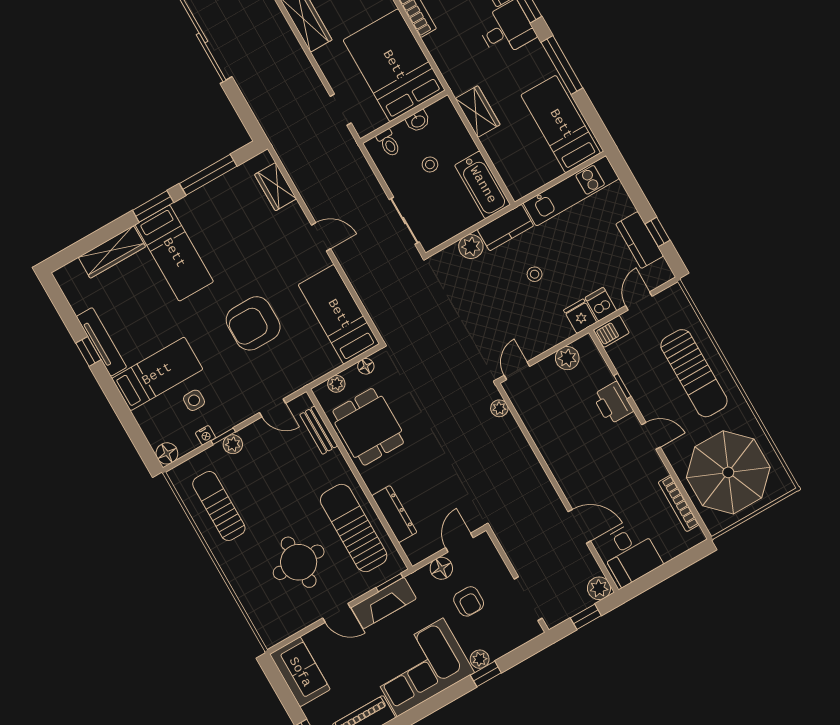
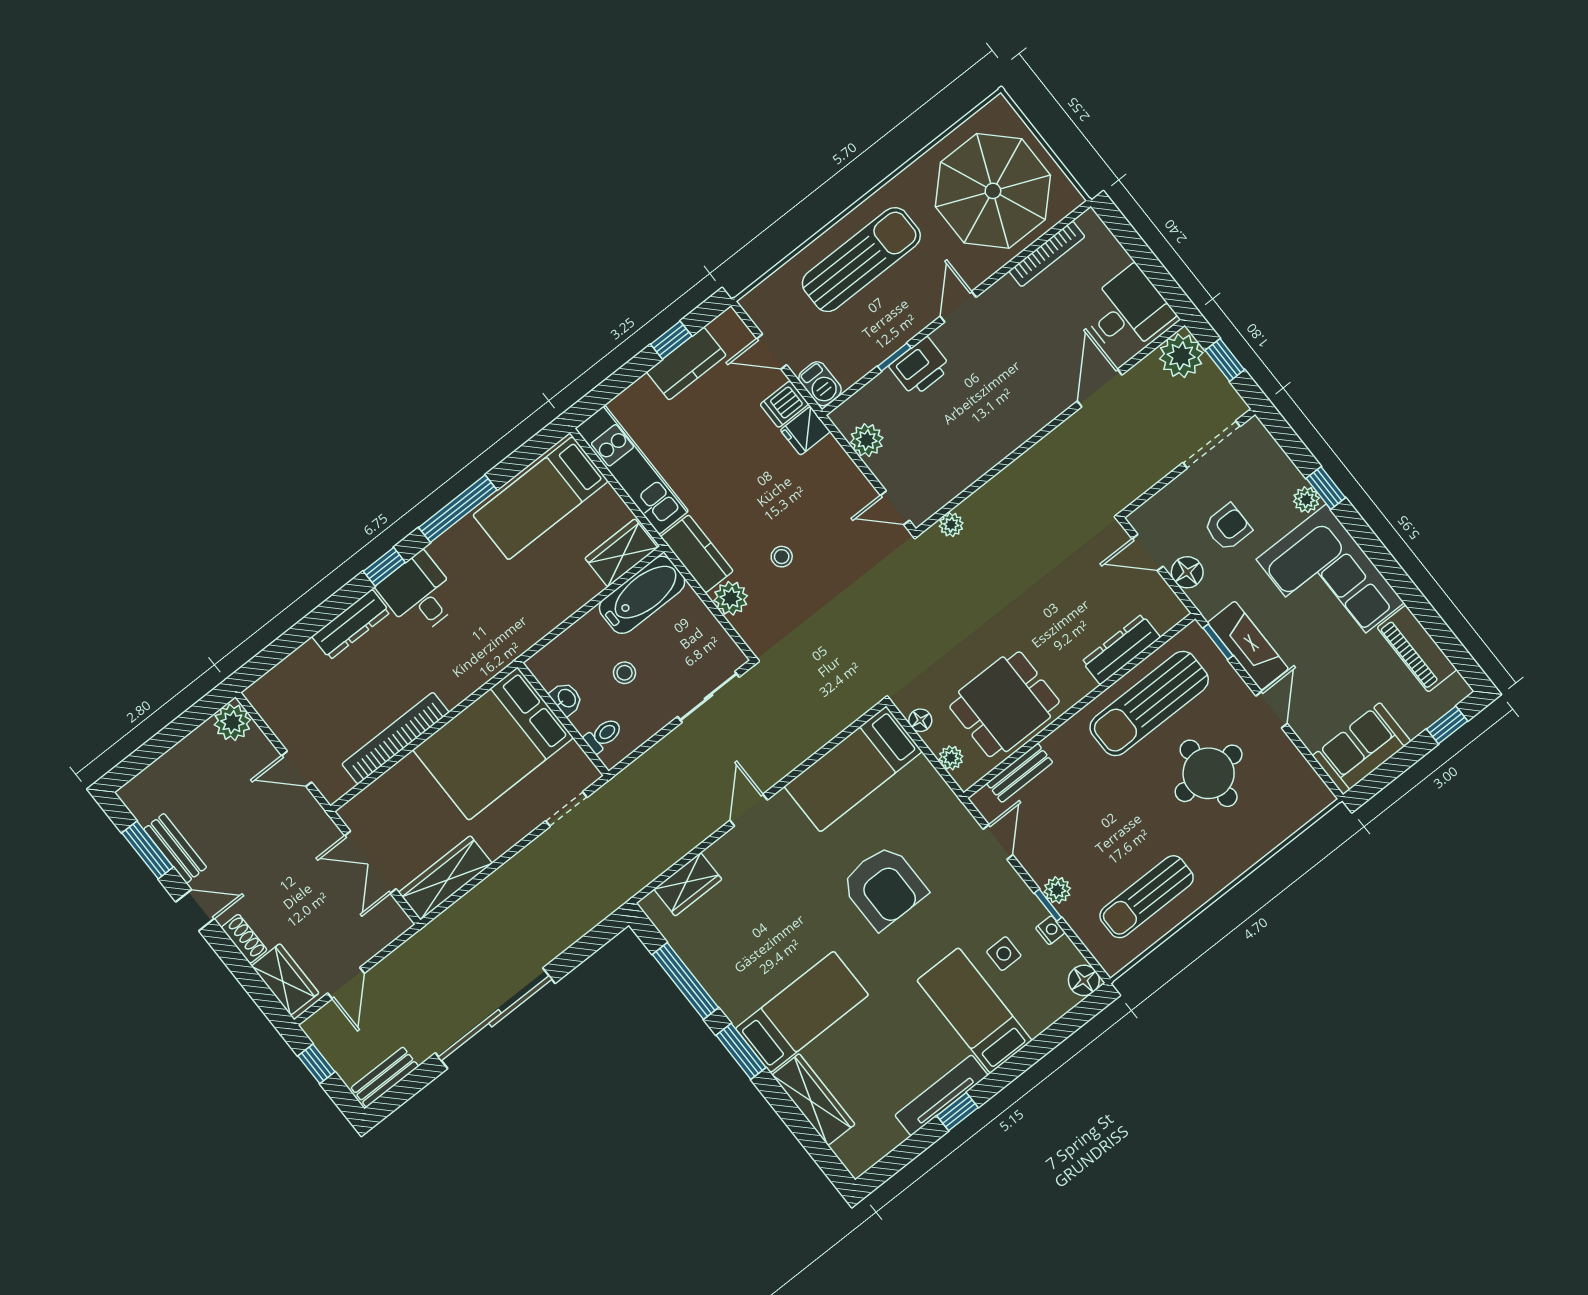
wardrobe: (478, 112) -> (621, 553), moved
stool: (535, 274) -> (782, 557), moved
plant: (599, 588) -> (1181, 356), width x1.36, depth x1.36

